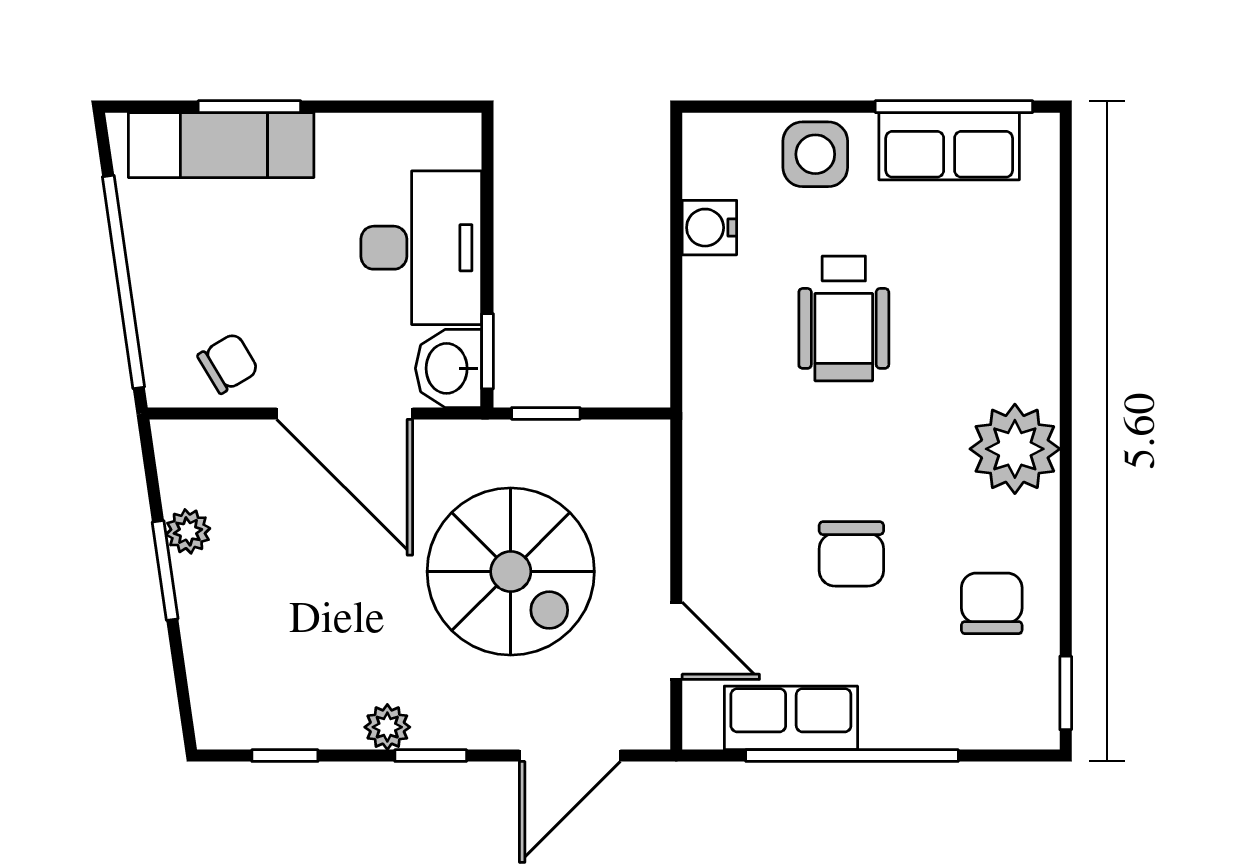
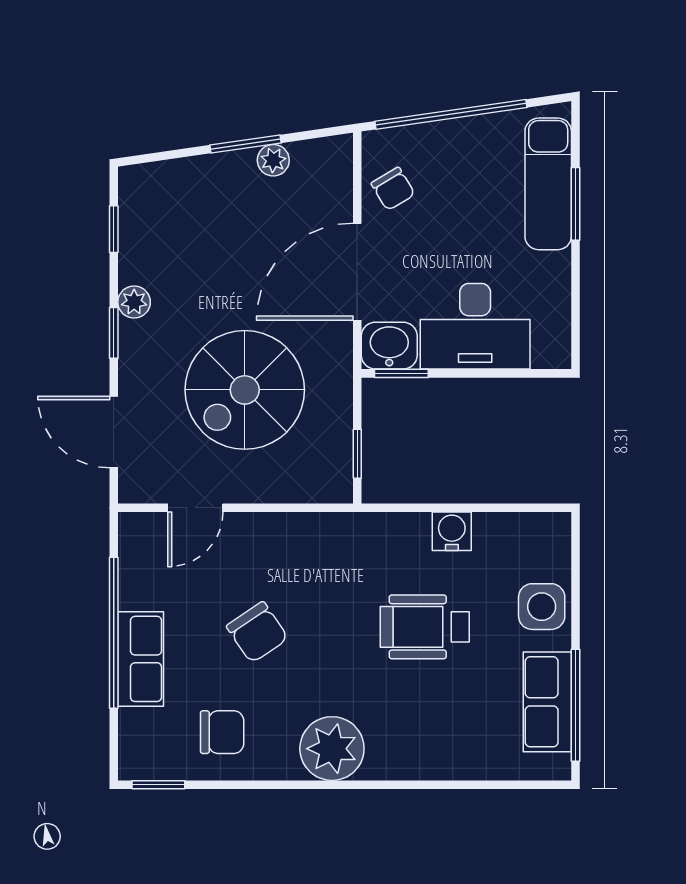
water cooler: (709, 228) -> (452, 531), moved
window: (546, 413) -> (357, 454), moved
chair: (851, 554) -> (257, 632), turned -124
row of seats: (791, 718) -> (141, 659), moved

